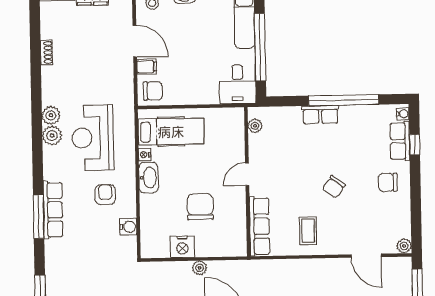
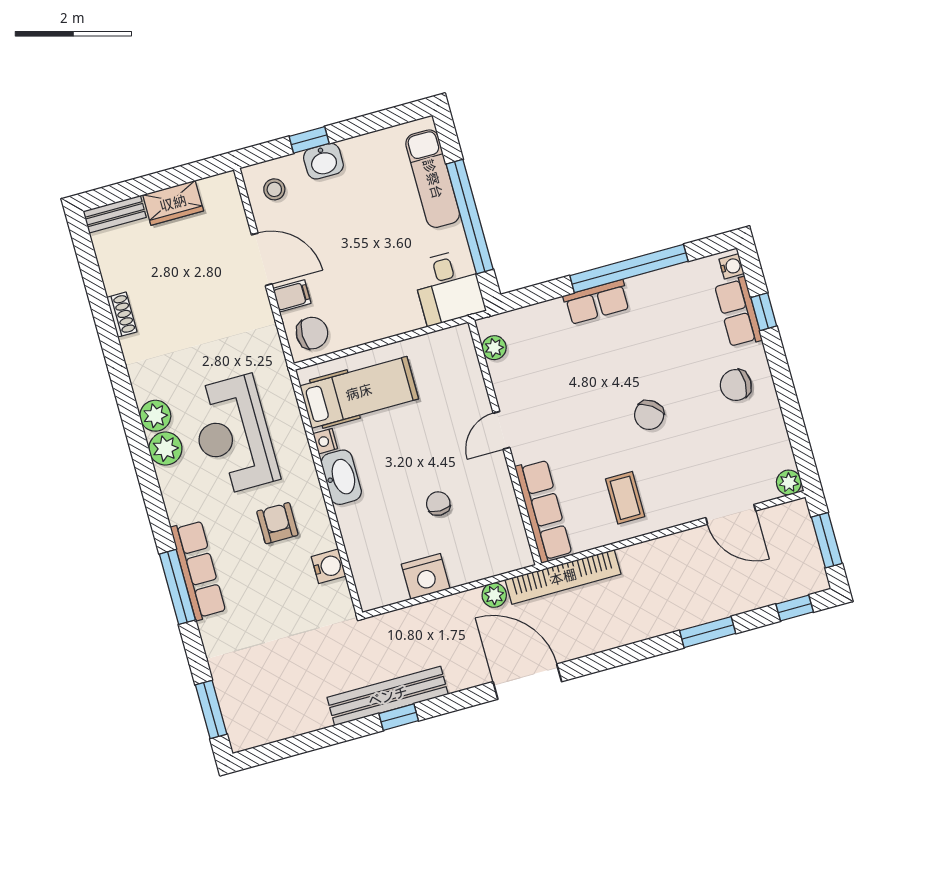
chair: (200, 207) -> (438, 504), width x0.54, depth x0.54
bookcase: (261, 267) -> (563, 577), added
plant: (200, 268) -> (494, 595), moved

